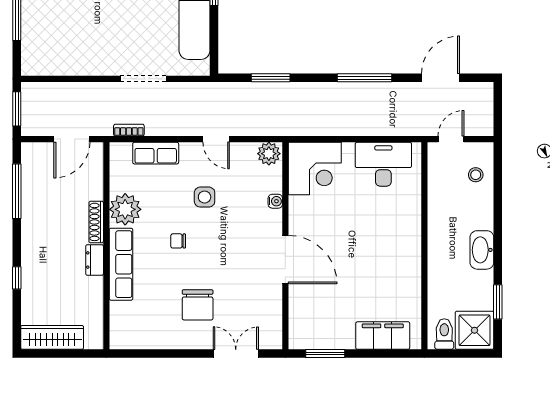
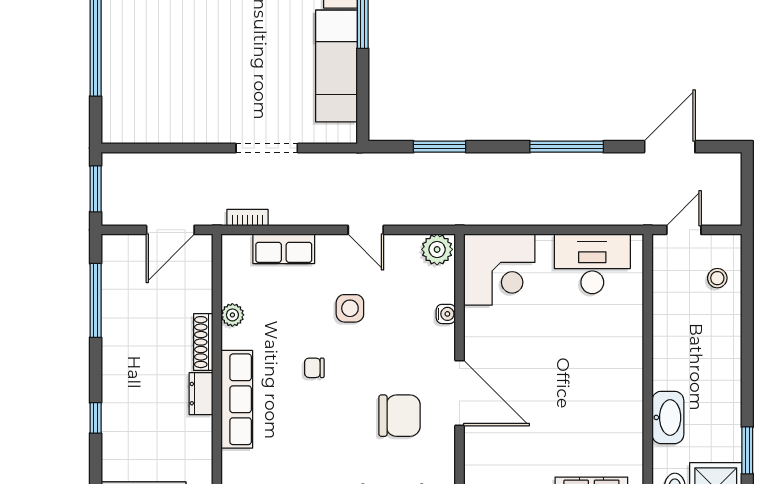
plant: (125, 209) -> (232, 315), width x0.53, depth x0.53
washbasin: (482, 250) -> (668, 417), moved, turned 180
chair: (198, 305) -> (399, 416), moved, turned -90

